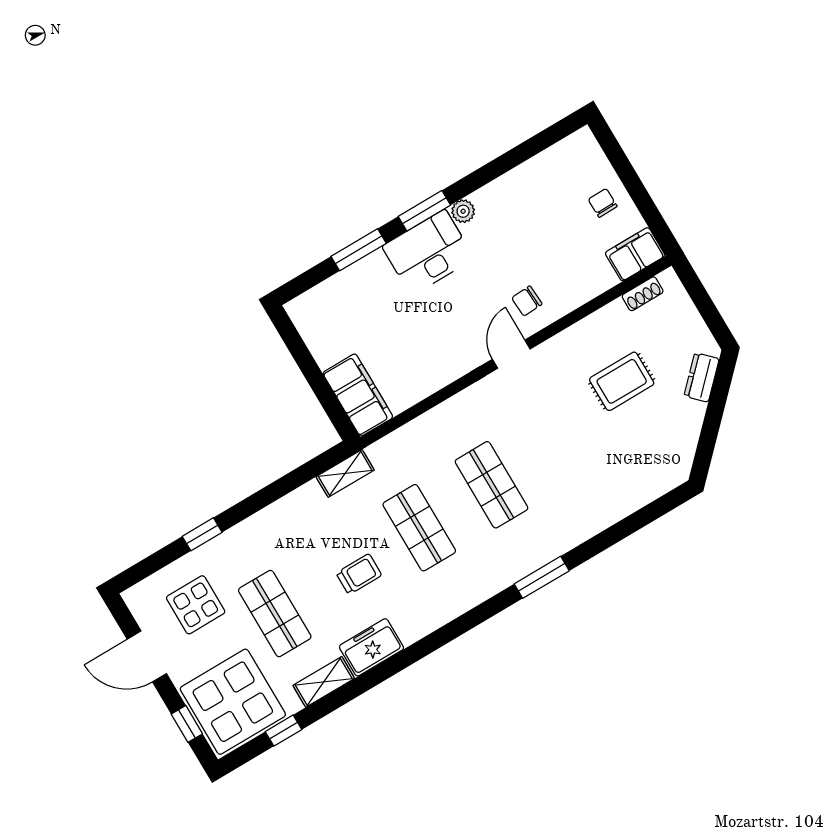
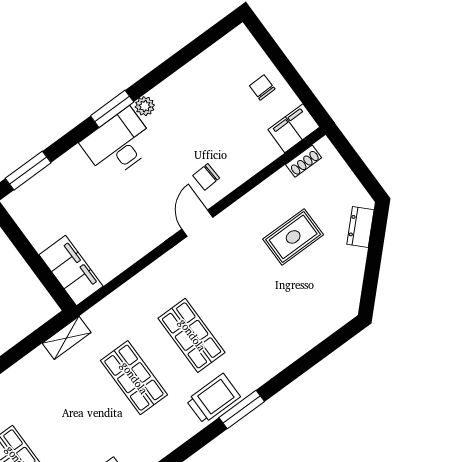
window: (359, 250) -> (28, 171), moved
trolley: (359, 574) -> (213, 399), moved, width x1.36, depth x1.39

